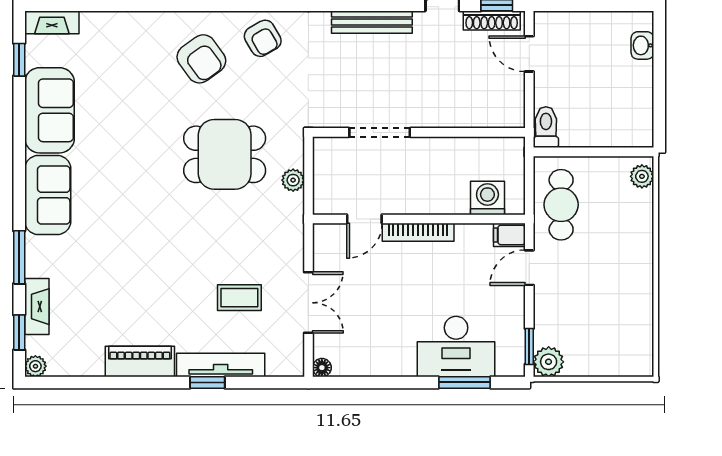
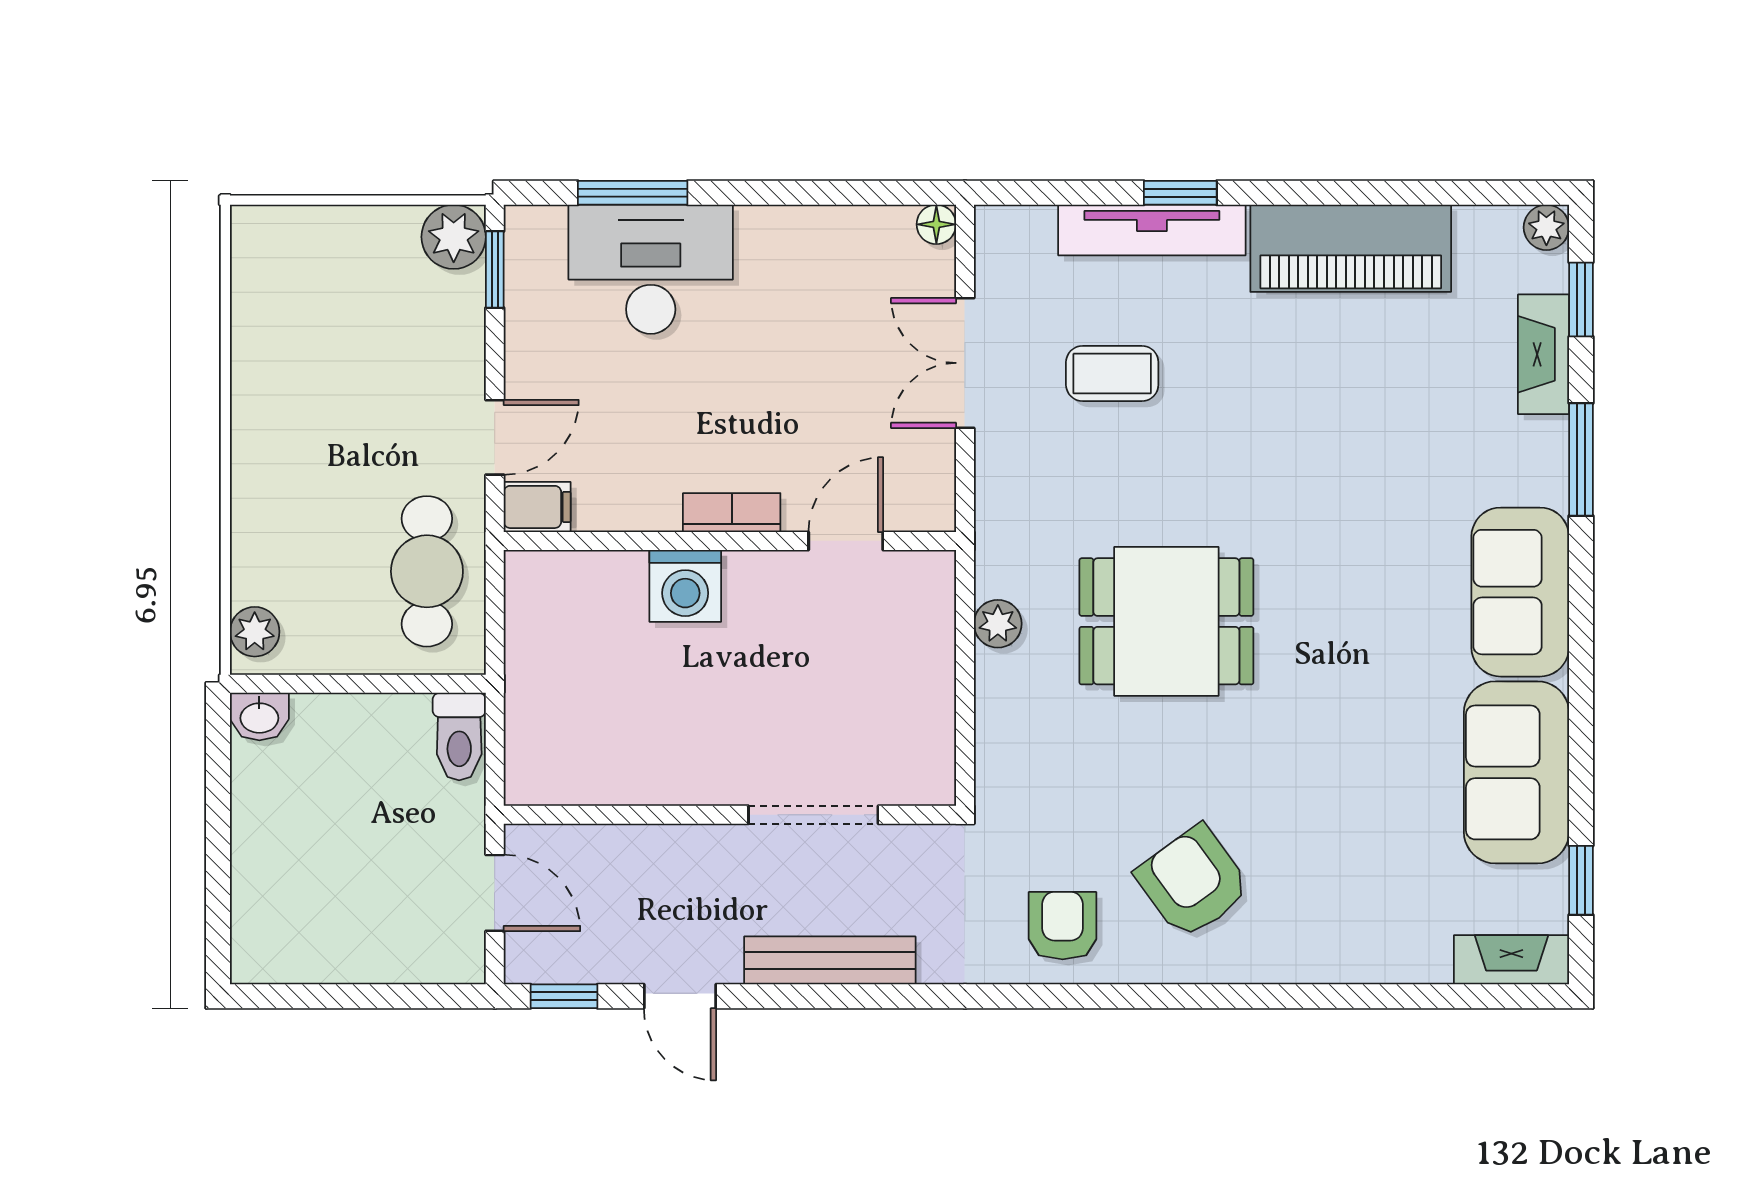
shoe rack: (492, 20) -> (575, 964), removed
armchair: (263, 38) -> (1063, 926), turned 30
washbasin: (642, 45) -> (259, 717), moved, turned 90
doorway: (380, 132) -> (813, 815), moved
wall: (419, 132) -> (730, 815), moved
dining table: (225, 154) -> (1166, 621), moved
washing machine: (487, 198) -> (685, 586), moved
bookcase: (418, 232) -> (732, 513), width x0.64
piano: (140, 361) -> (1351, 248), width x1.37, depth x1.33

